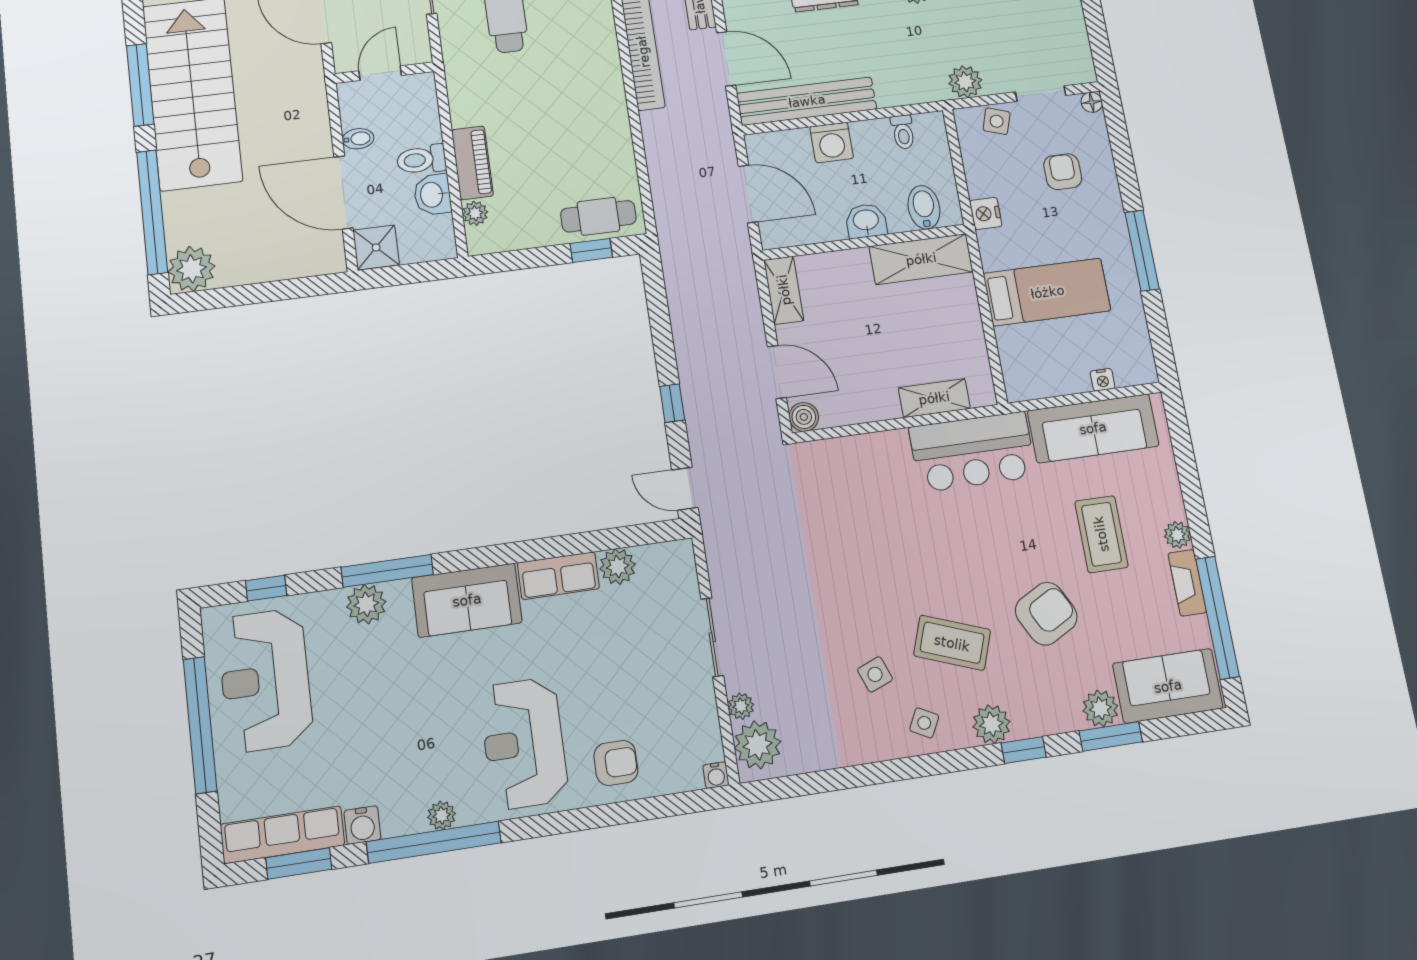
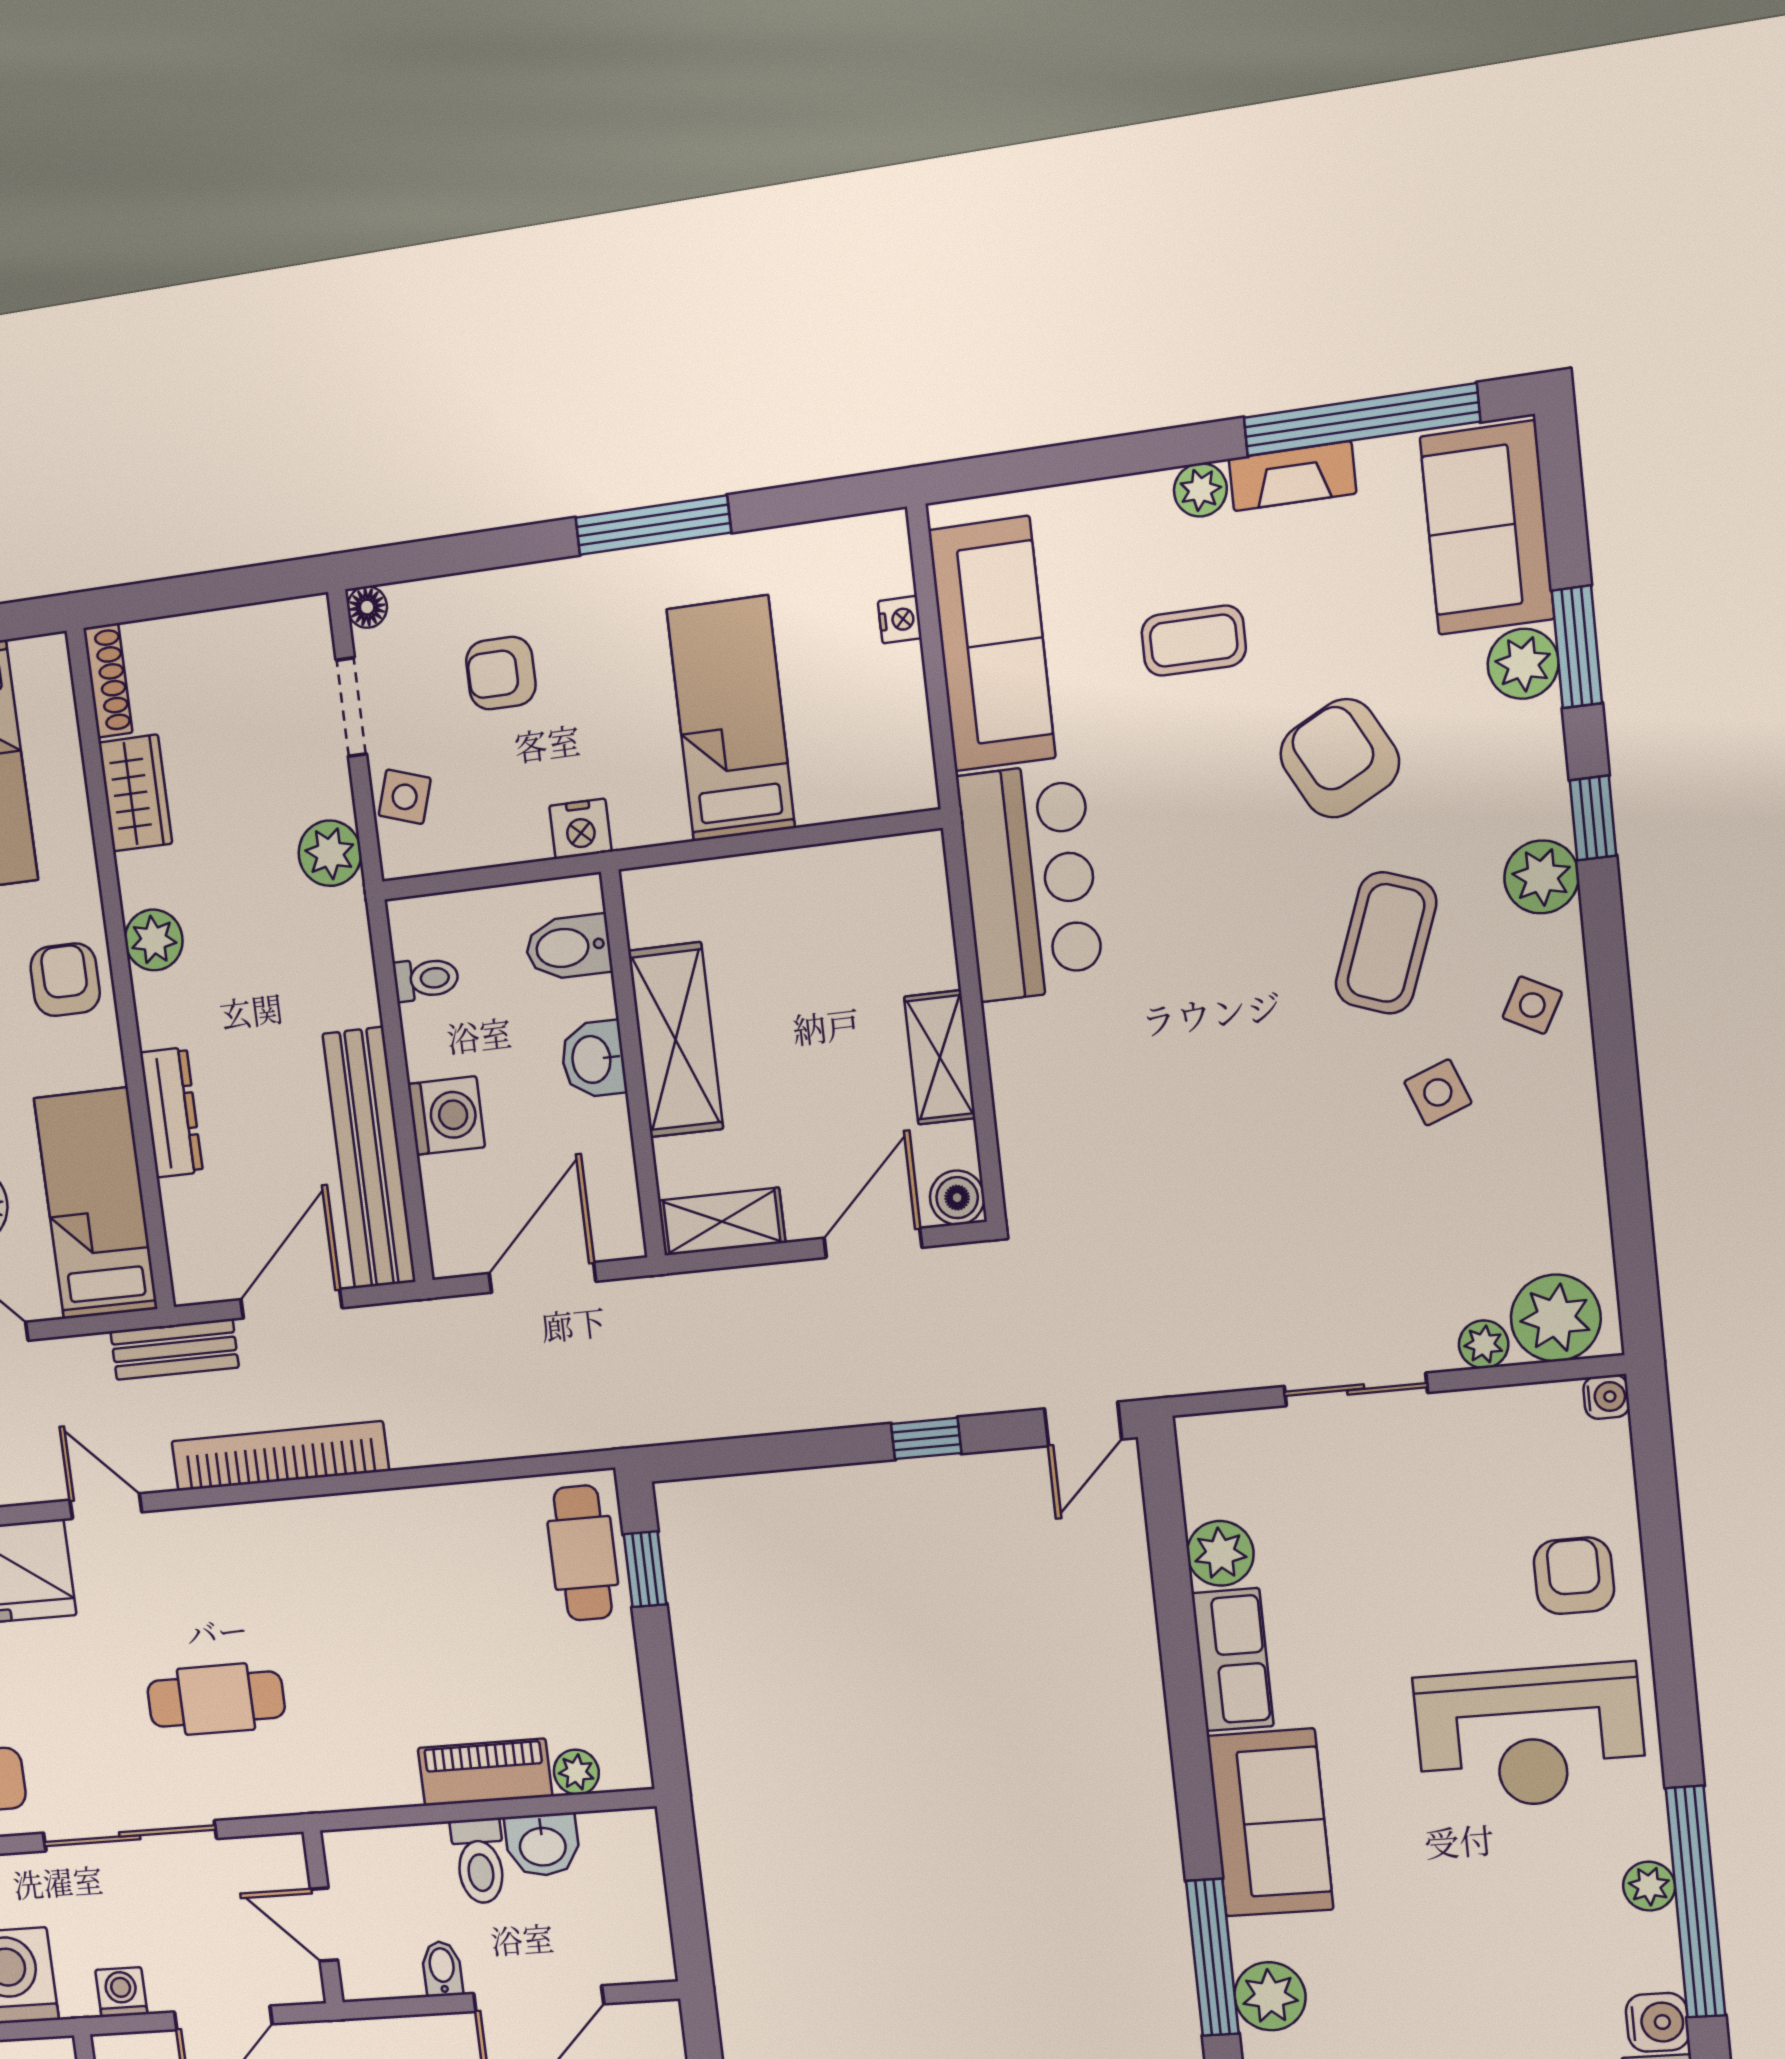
shower: (376, 247) -> (637, 1948), removed
shelving: (921, 259) -> (676, 1040), moved
shelving: (934, 398) -> (940, 1057), moved
coffee table: (1101, 534) -> (1194, 641), width x0.73, depth x0.77

